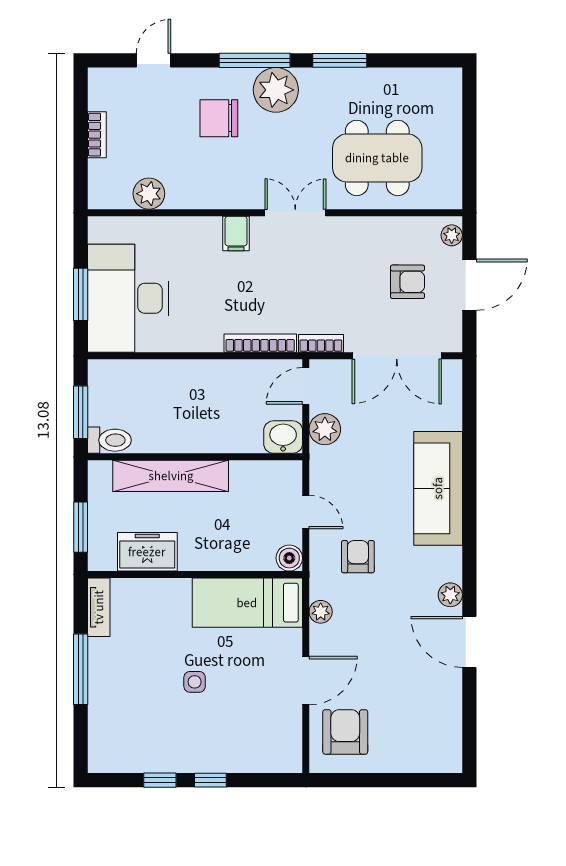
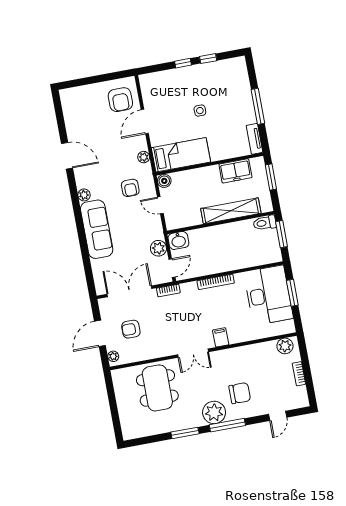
dining table: (377, 158) -> (157, 388), turned 90
plant: (149, 194) -> (285, 346), moved
bookcase: (260, 343) -> (216, 282), moved
plant: (450, 595) -> (84, 195), moved

